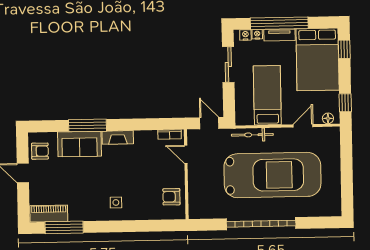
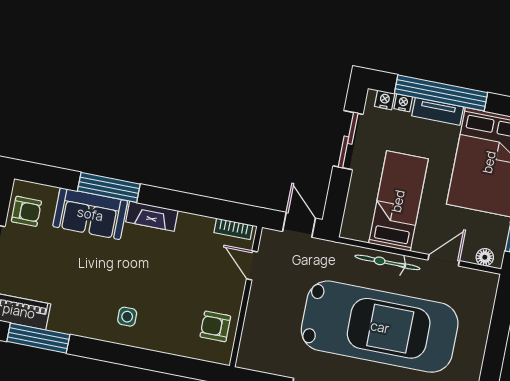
bicycle: (252, 135) -> (387, 262), moved

